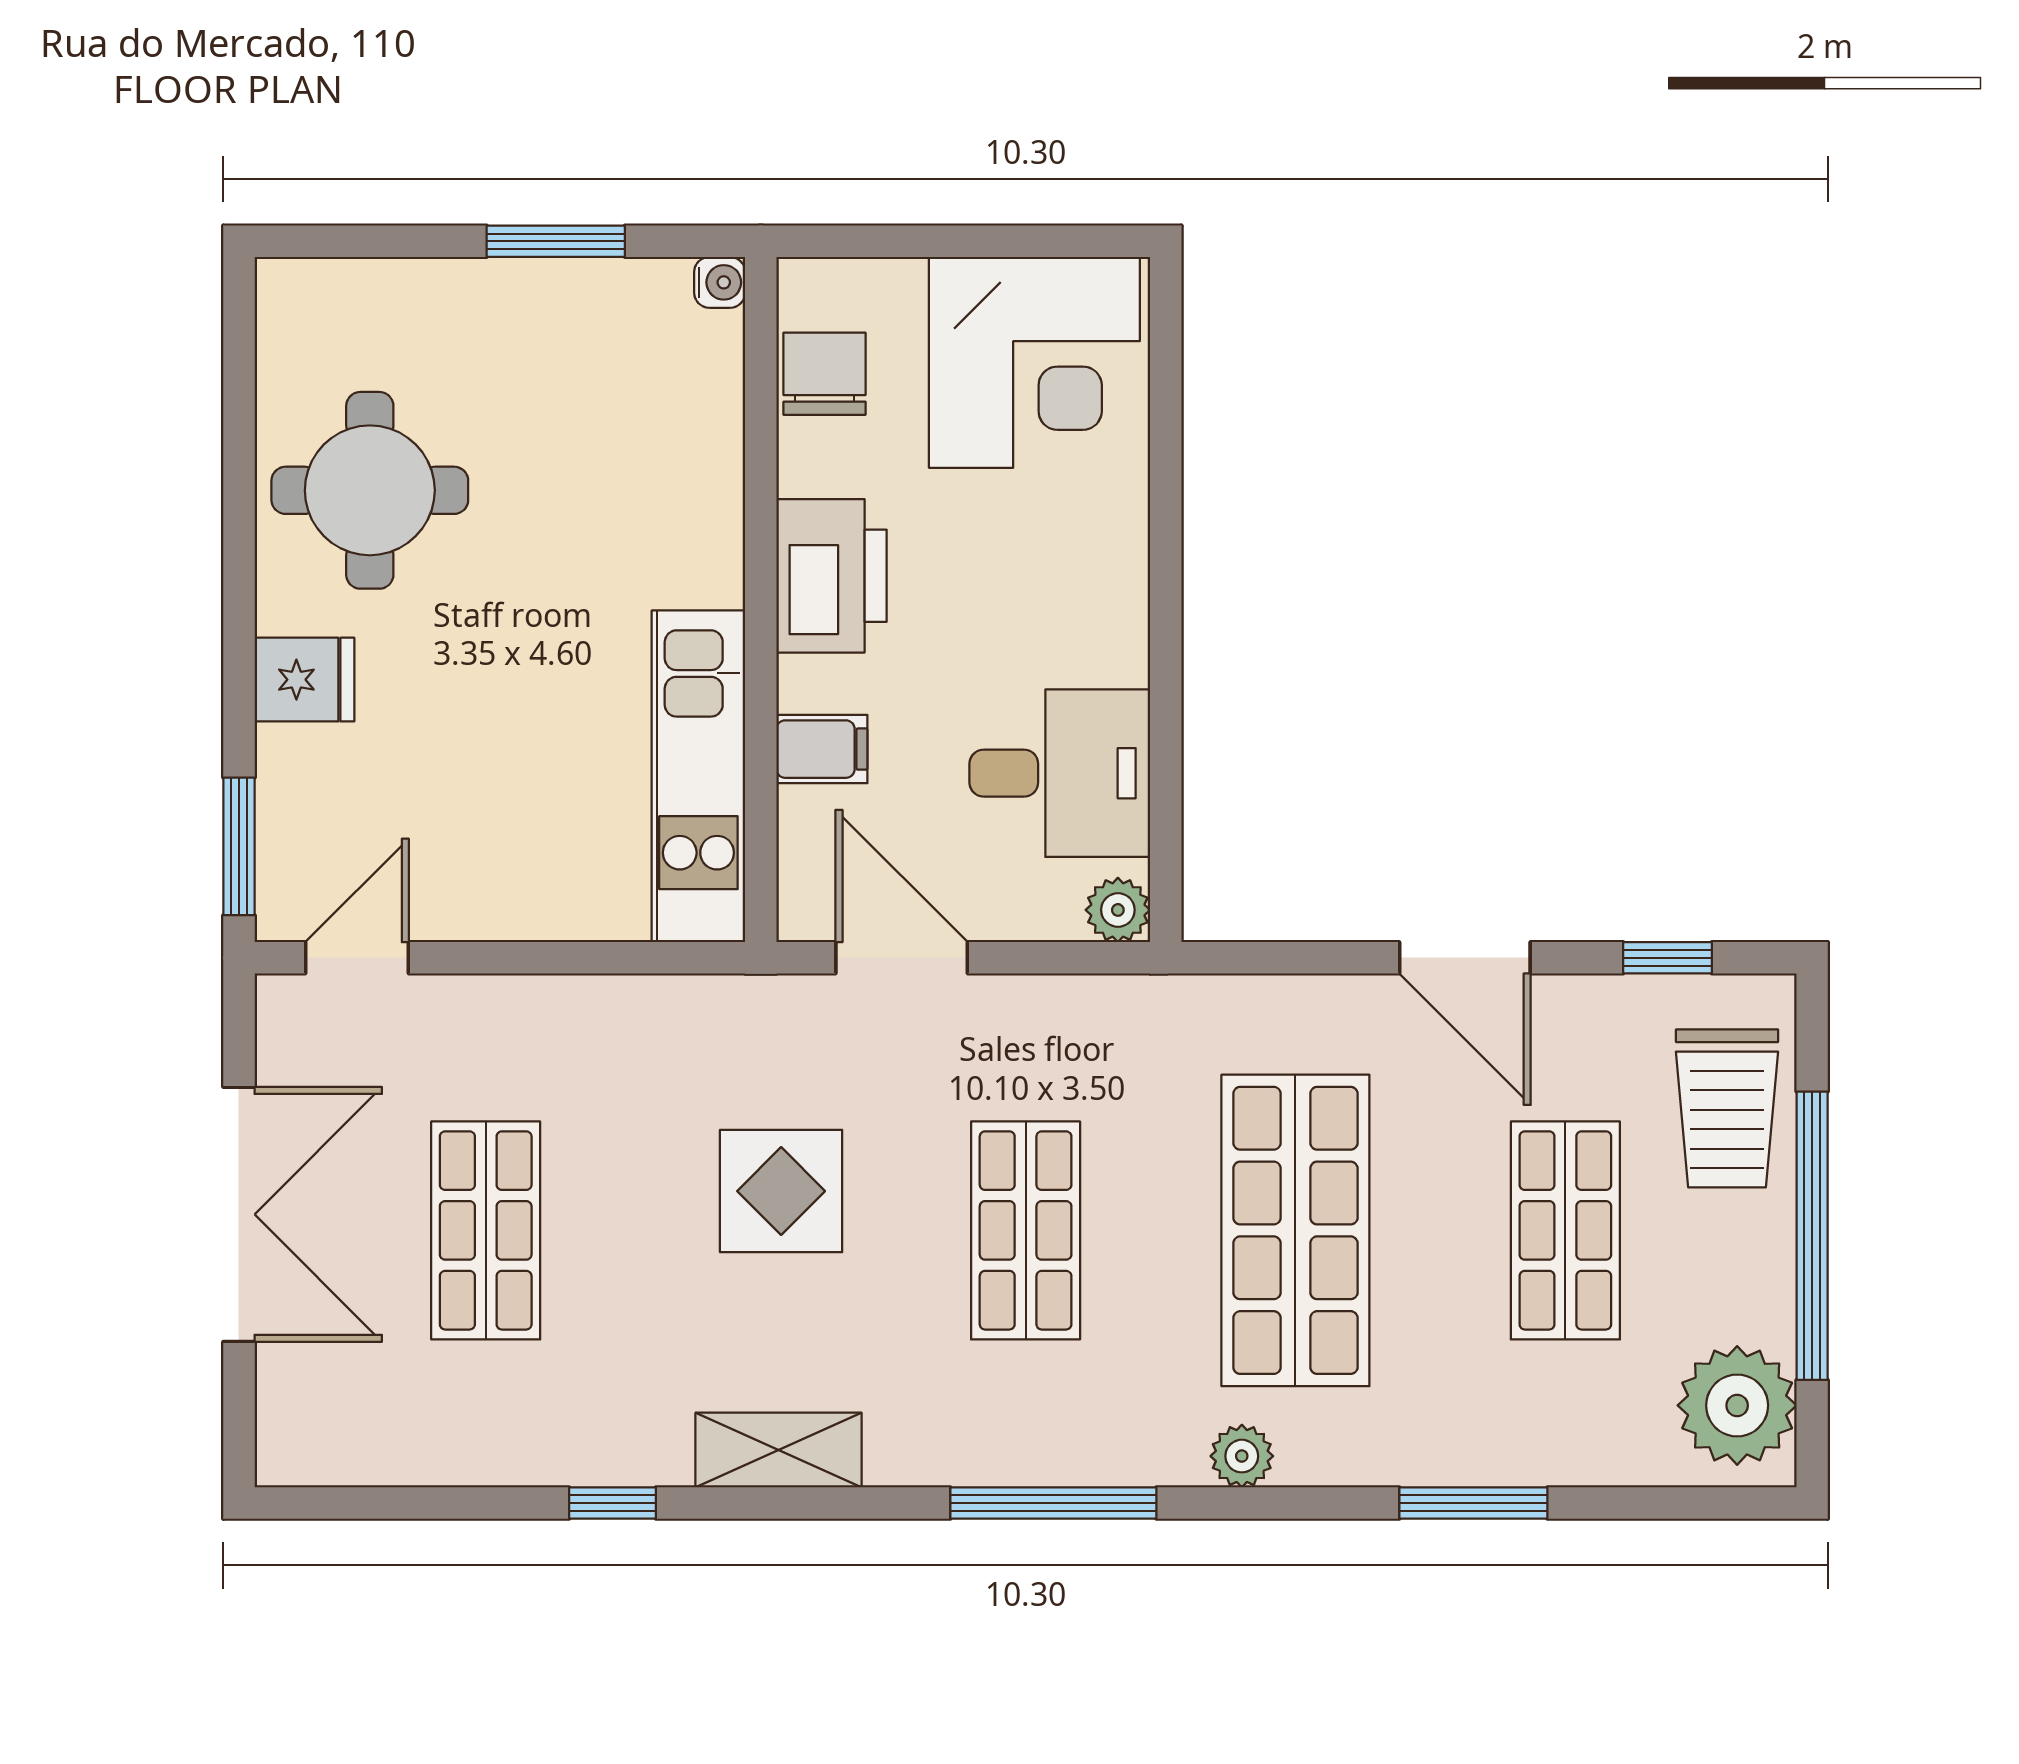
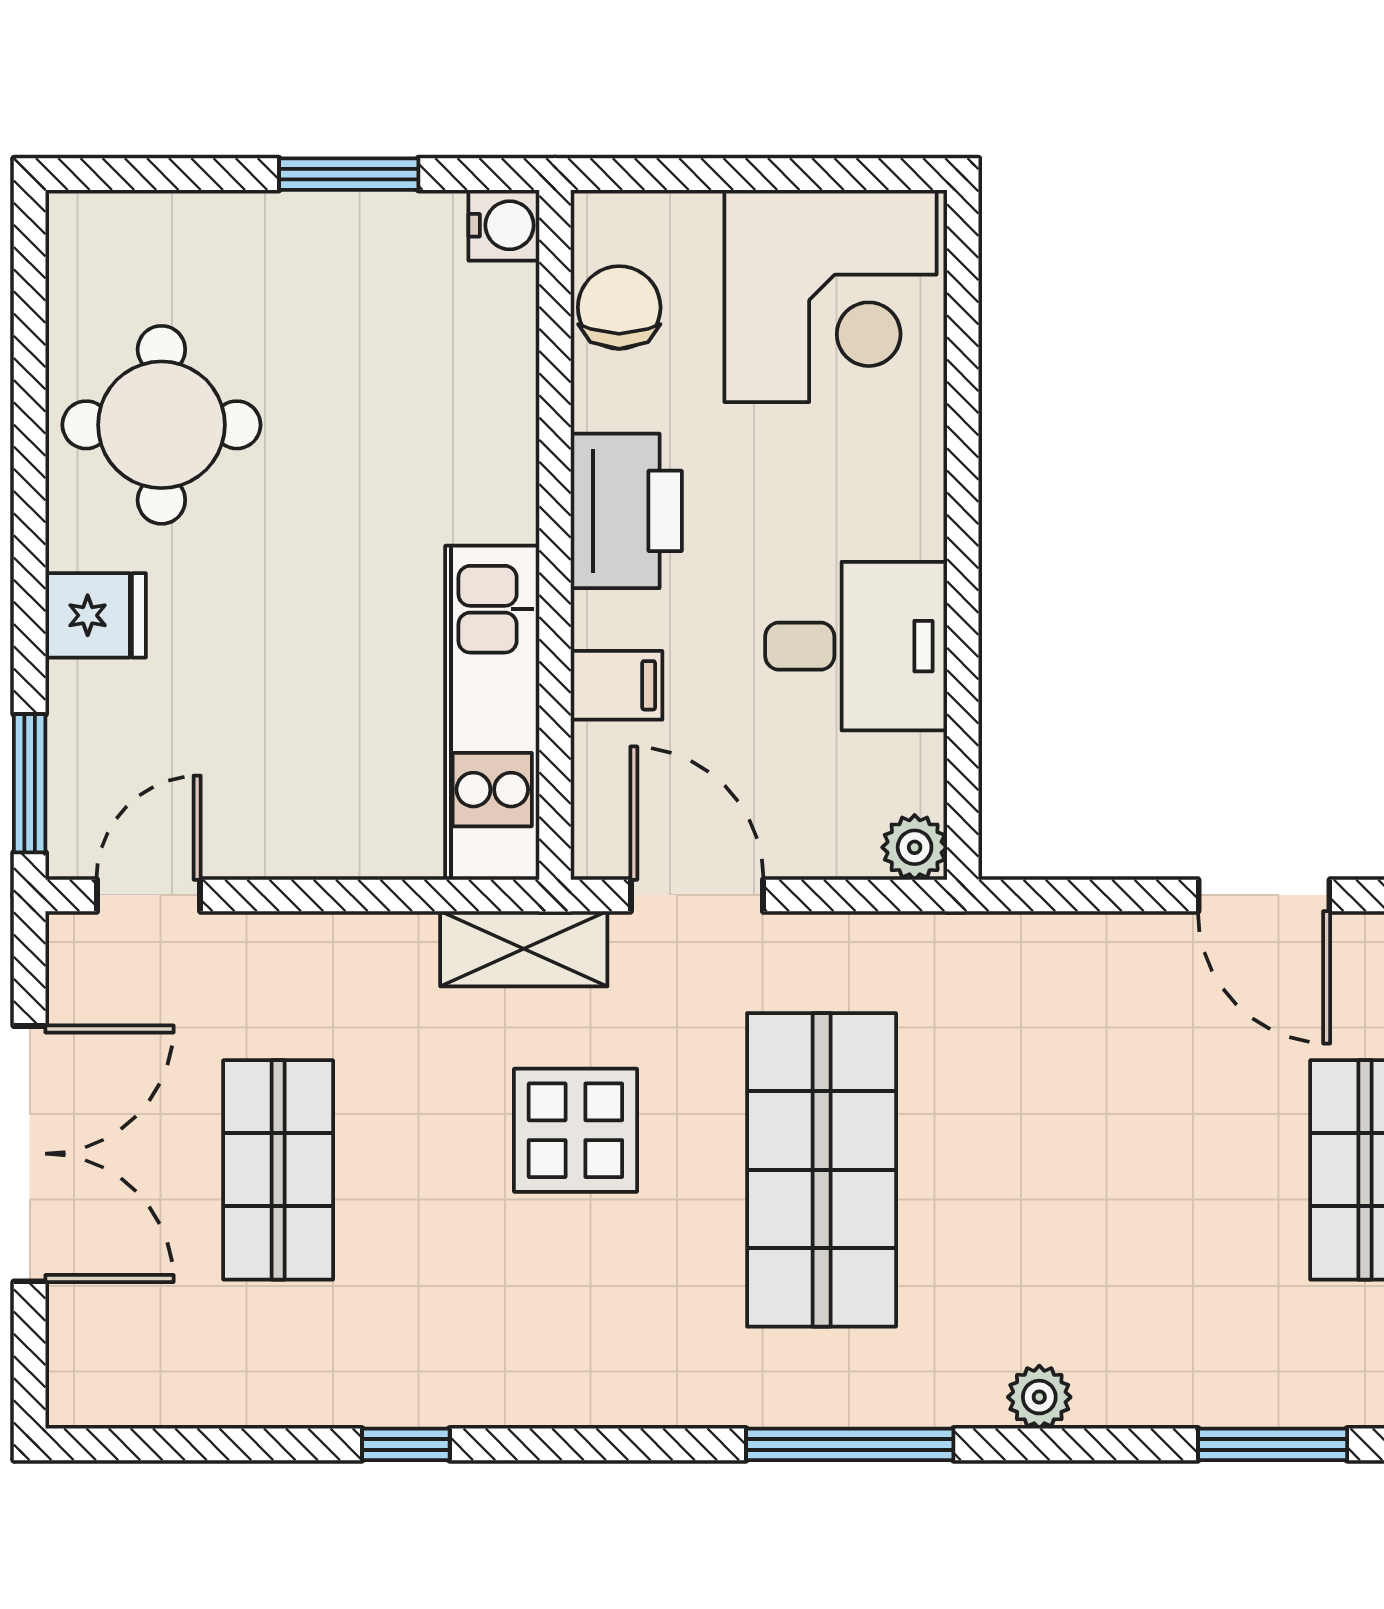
water cooler: (720, 282) -> (504, 225), width x1.38, depth x1.38
desk: (1060, 773) -> (856, 646), moved
shop shelf: (1026, 1230) -> (822, 1170), width x1.43, depth x1.36
shop shelf: (1295, 1230) -> (1093, 1170), removed
shelving: (779, 1450) -> (524, 949), moved

